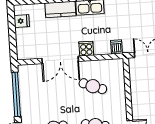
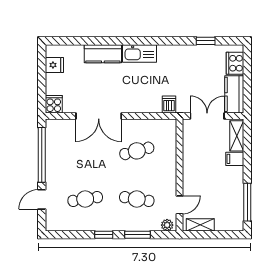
cooker: (86, 49) -> (54, 104), moved
cafe table: (93, 86) -> (137, 151), turned -36

